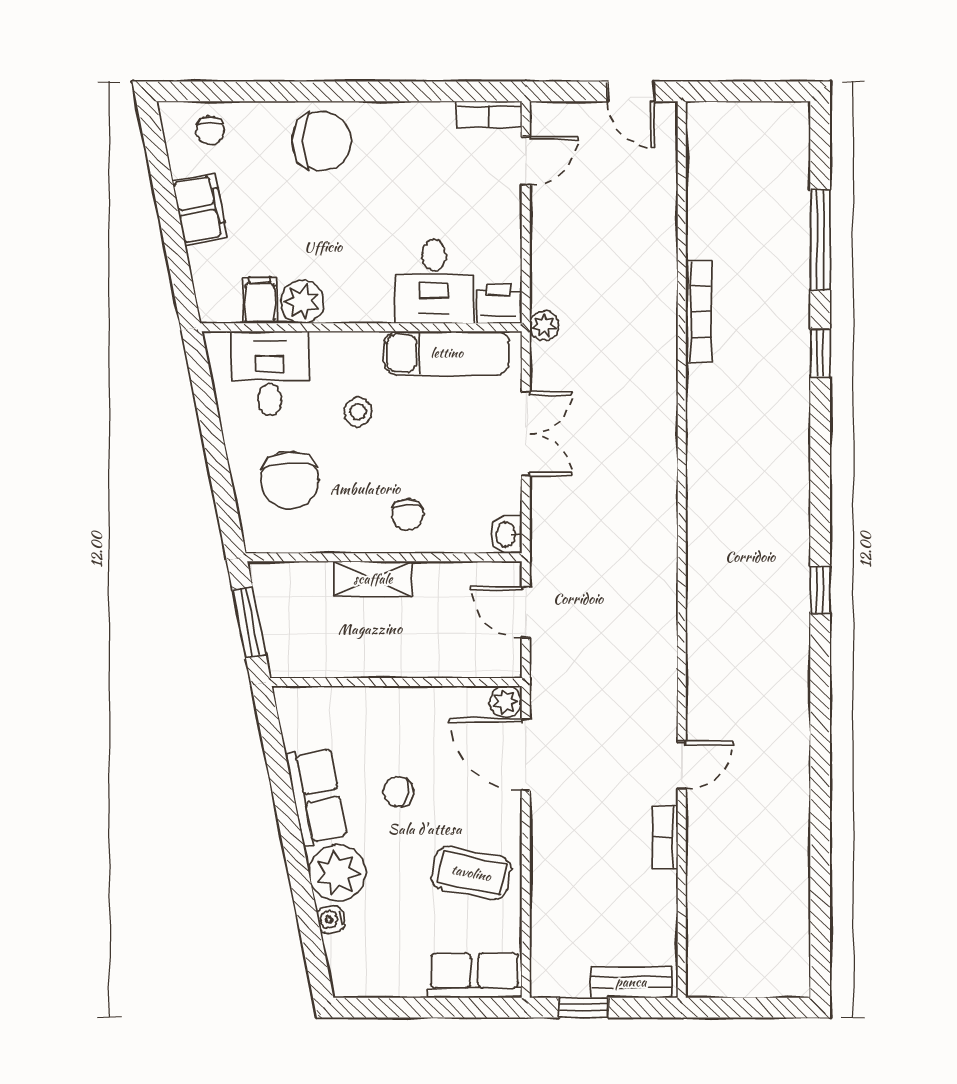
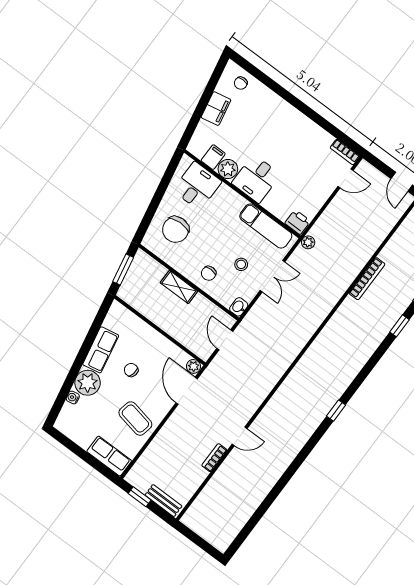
chair: (322, 141) -> (278, 117), removed
desk: (434, 281) -> (256, 179), moved
stool: (358, 412) -> (241, 264), moved

